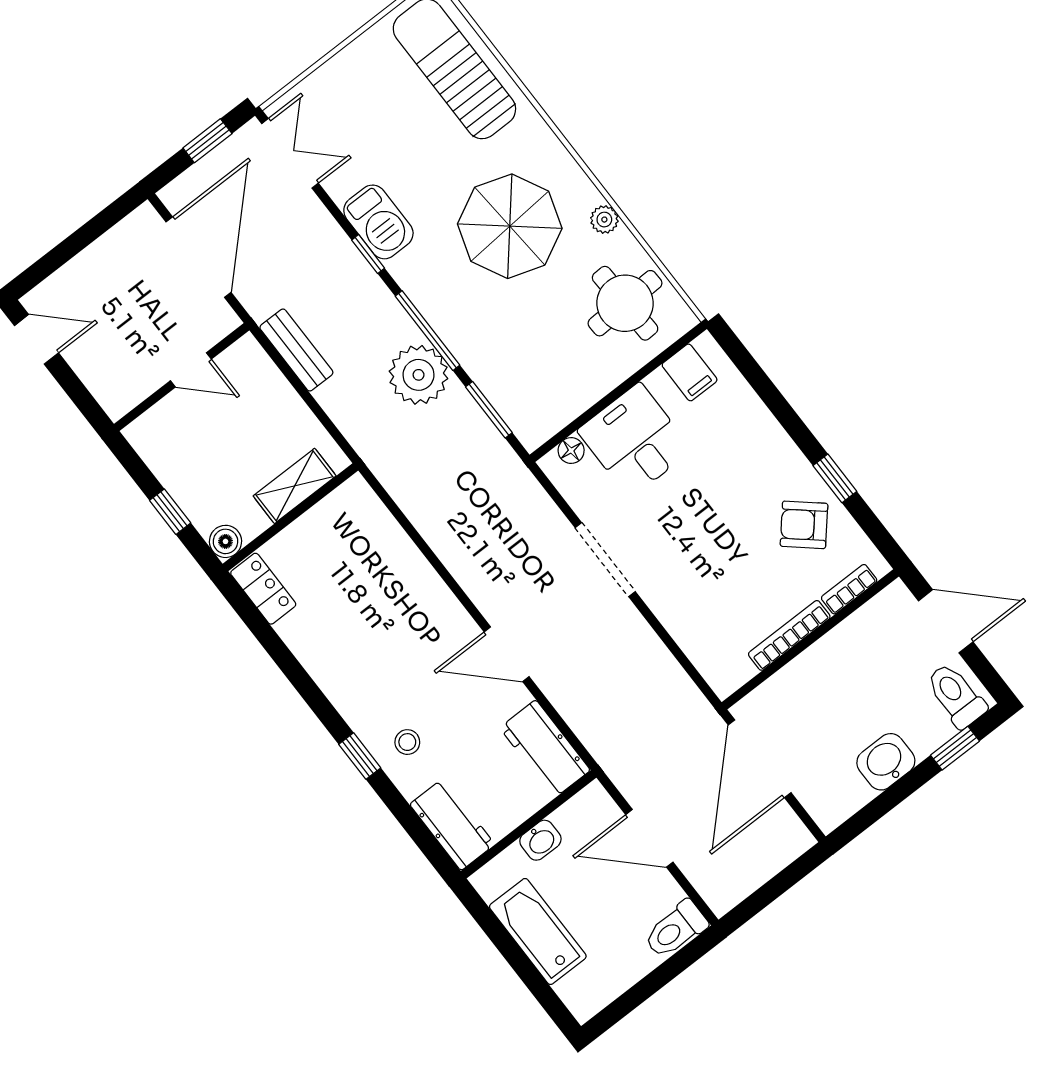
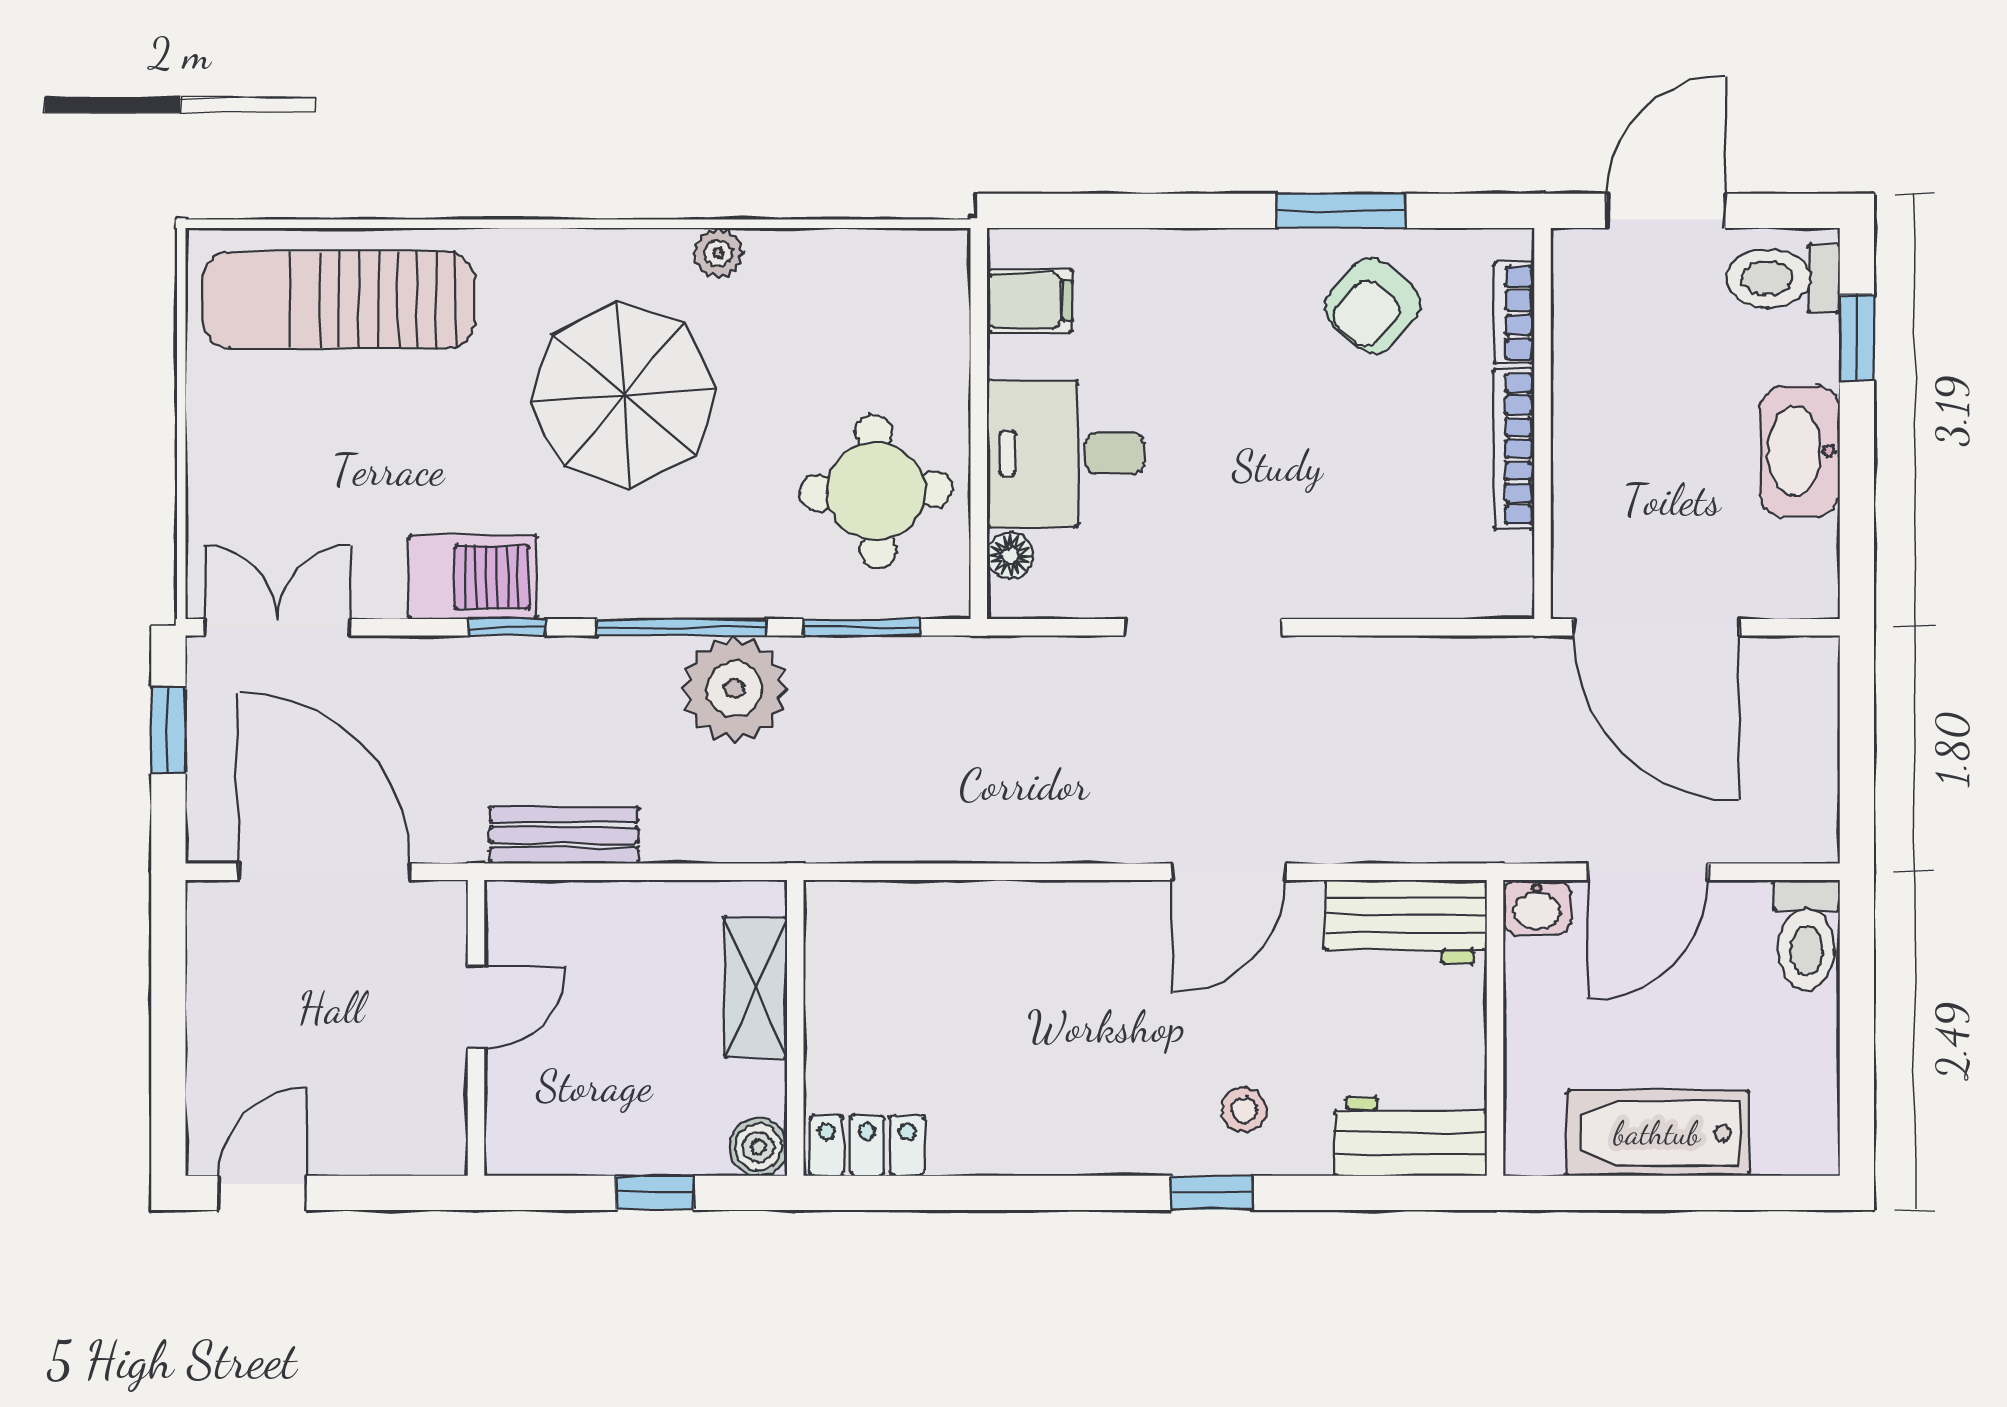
round table: (625, 303) -> (876, 491), moved
window: (835, 478) -> (1341, 211), width x1.50
washbasin: (886, 762) -> (1800, 451), width x1.38
washbasin: (540, 840) -> (1537, 907), moved, turned 90

